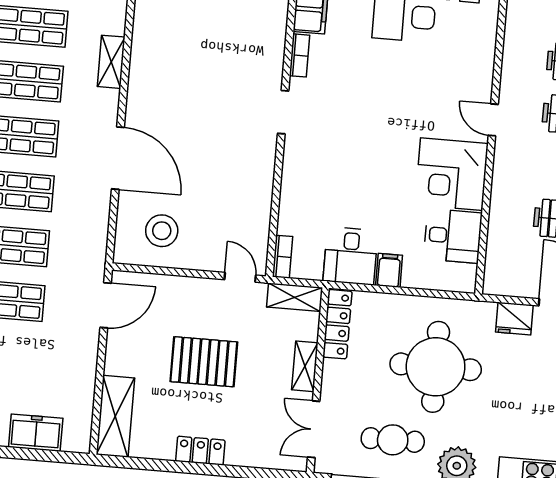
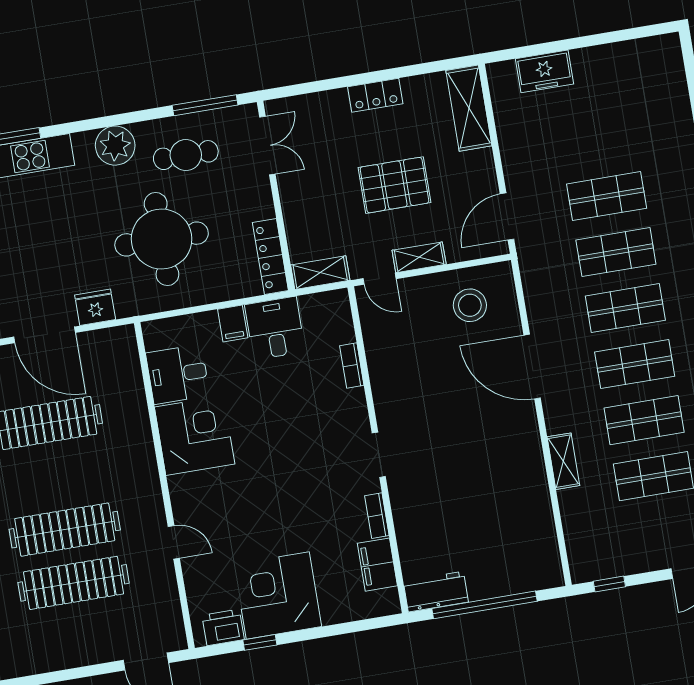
door: (493, 120) -> (174, 542), moved
bookcase: (283, 257) -> (352, 366), moved
shelving: (305, 366) -> (419, 257), moved, turned 90

